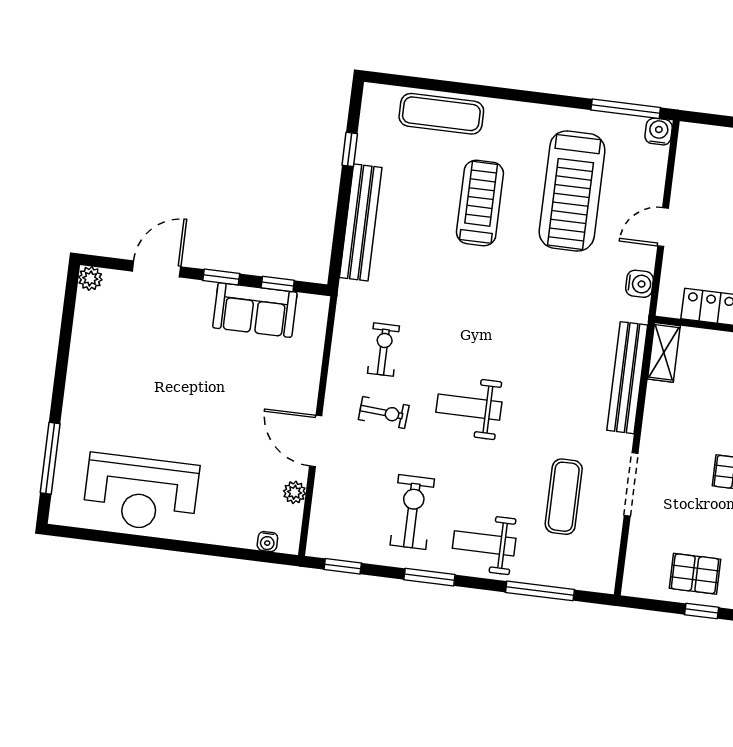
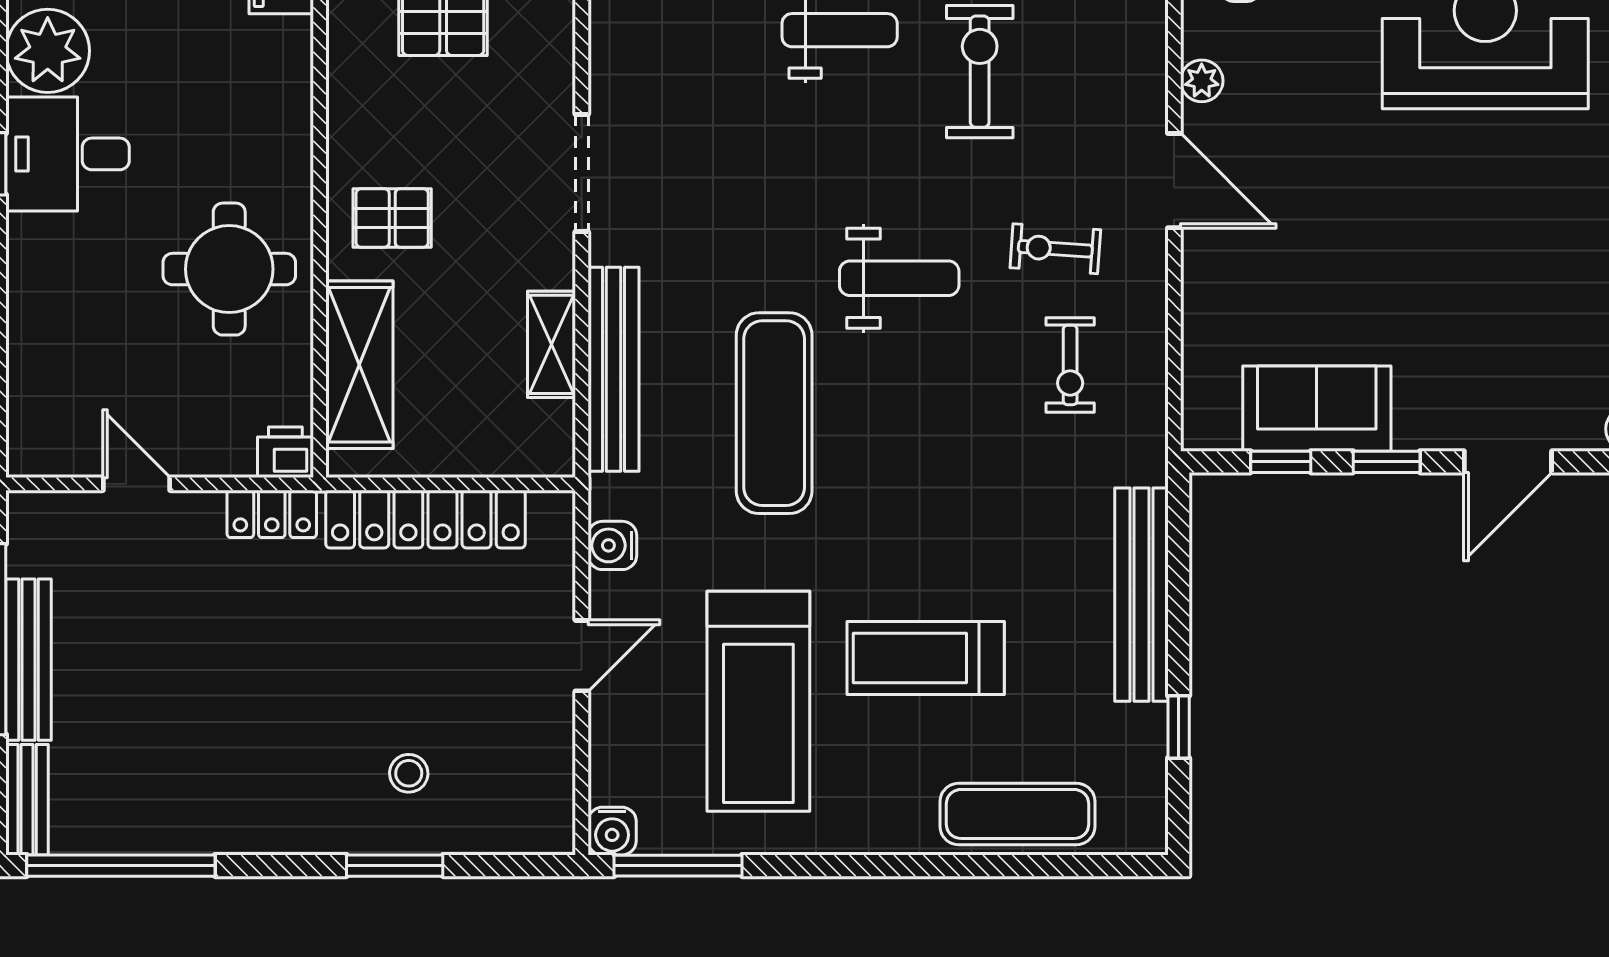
treadmill: (572, 191) -> (758, 701), turned 180
treadmill: (480, 203) -> (926, 658), turned 90
shelving: (664, 352) -> (551, 344), moved
exercise mat: (564, 497) -> (774, 413), moved, width x1.36, depth x1.45
exercise bike: (412, 512) -> (980, 72), turned 180

